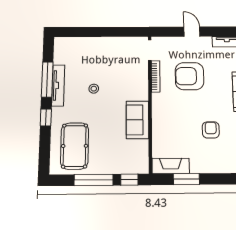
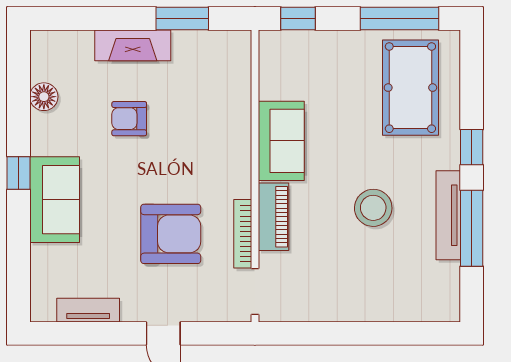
piano: (141, 84) -> (273, 217), added
stool: (94, 89) -> (373, 208), width x1.89, depth x1.89
armchair: (211, 130) -> (129, 119), turned 90
fireplace: (171, 166) -> (133, 45), moved
window: (94, 180) -> (400, 19), moved

